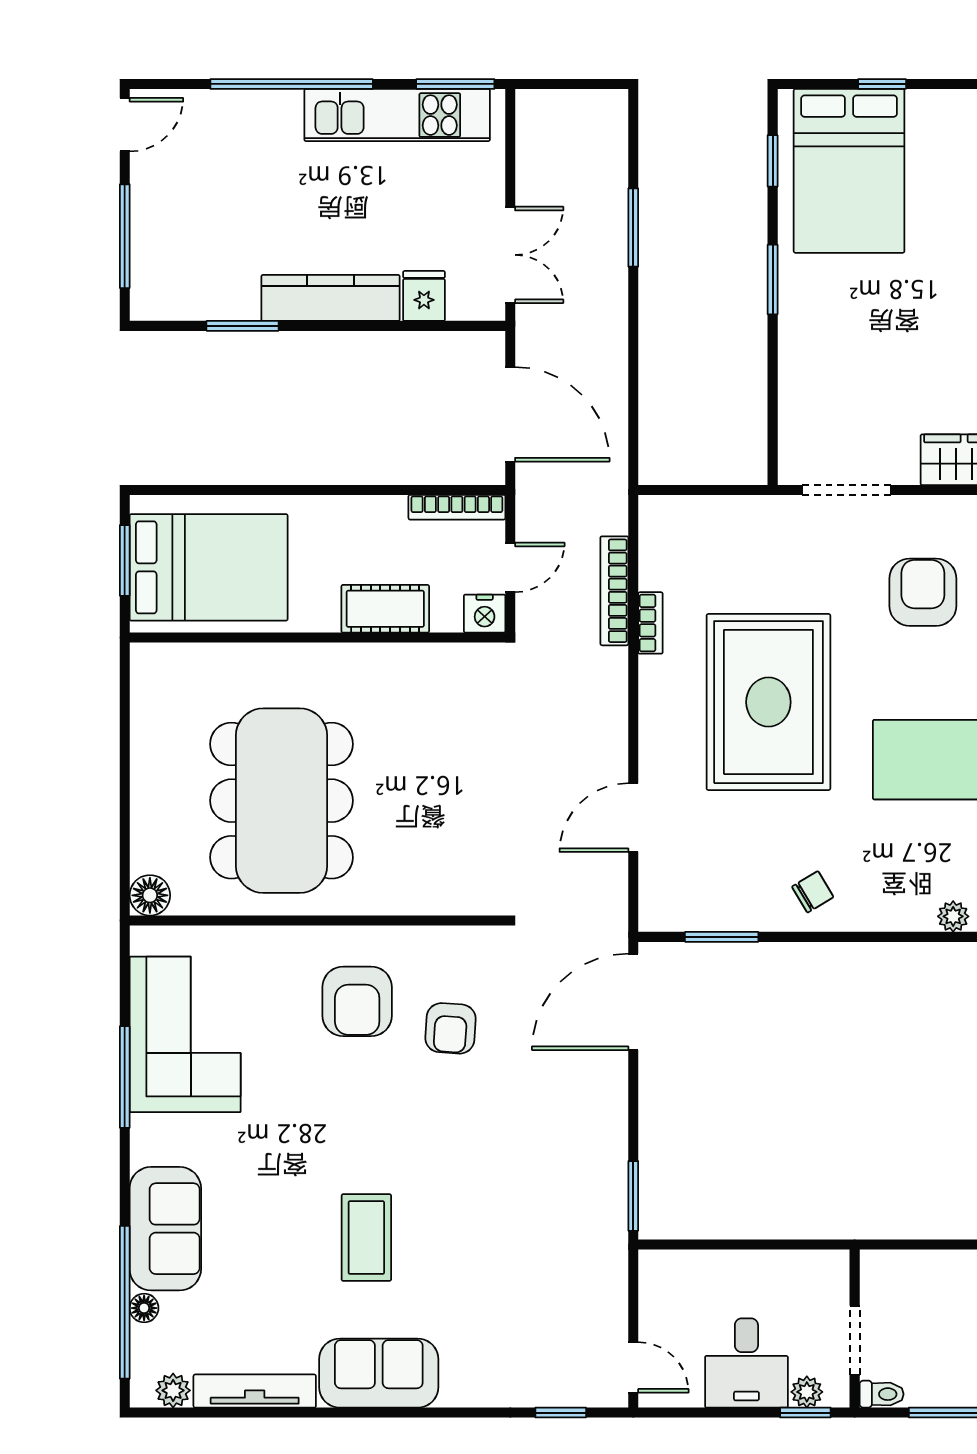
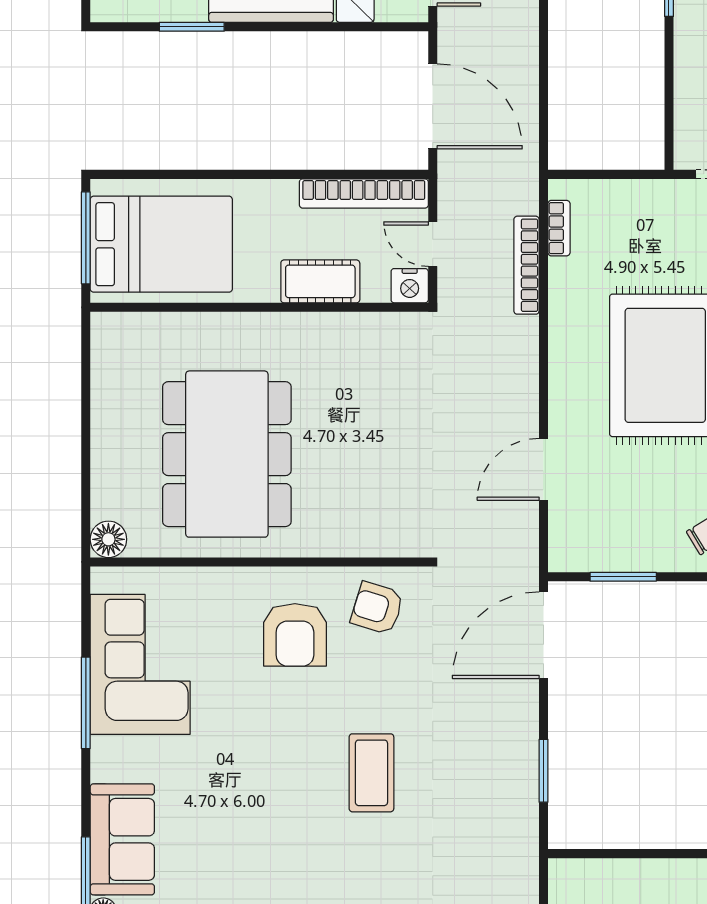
bookcase: (457, 507) -> (364, 193), width x1.48, depth x1.31
window: (125, 560) -> (86, 238), width x1.44
door: (510, 567) -> (433, 244), swing flipped
bookcase: (650, 623) -> (559, 228), moved
armchair: (451, 1028) -> (377, 608), moved, turned 103
window: (633, 1196) -> (543, 771), moved
coffee table: (366, 1238) -> (371, 773), moved

